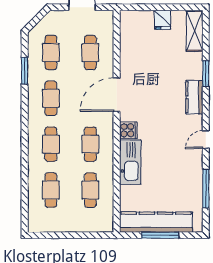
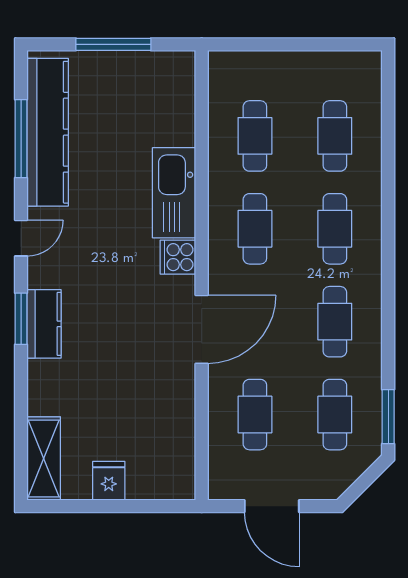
window: (25, 71) -> (388, 417), moved
window: (206, 74) -> (21, 319), moved
kitchen counter: (156, 222) -> (48, 132), moved, turned -90

